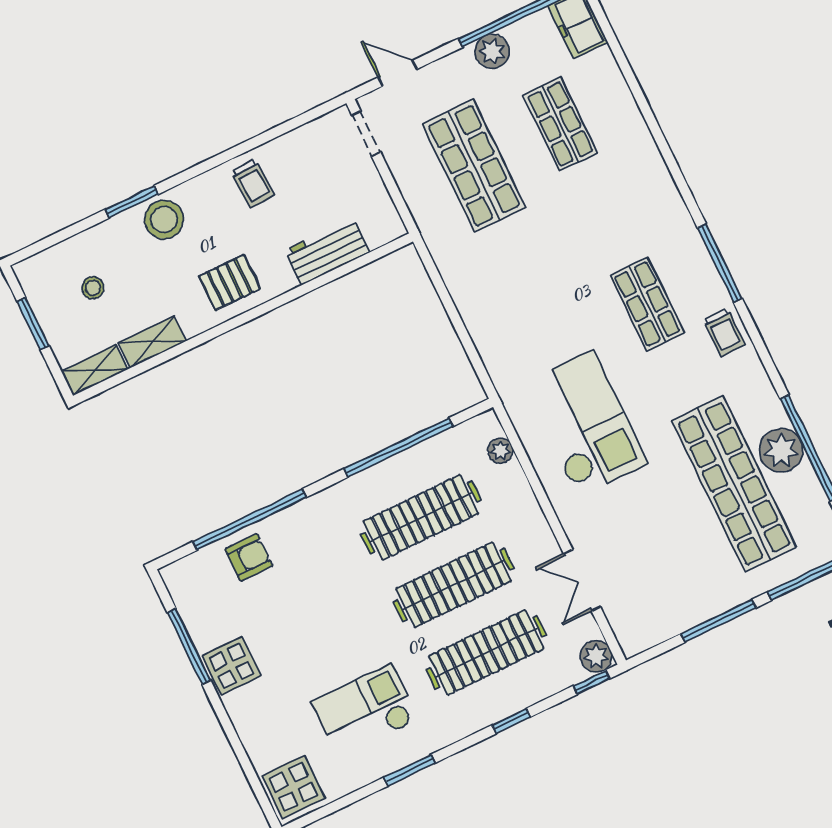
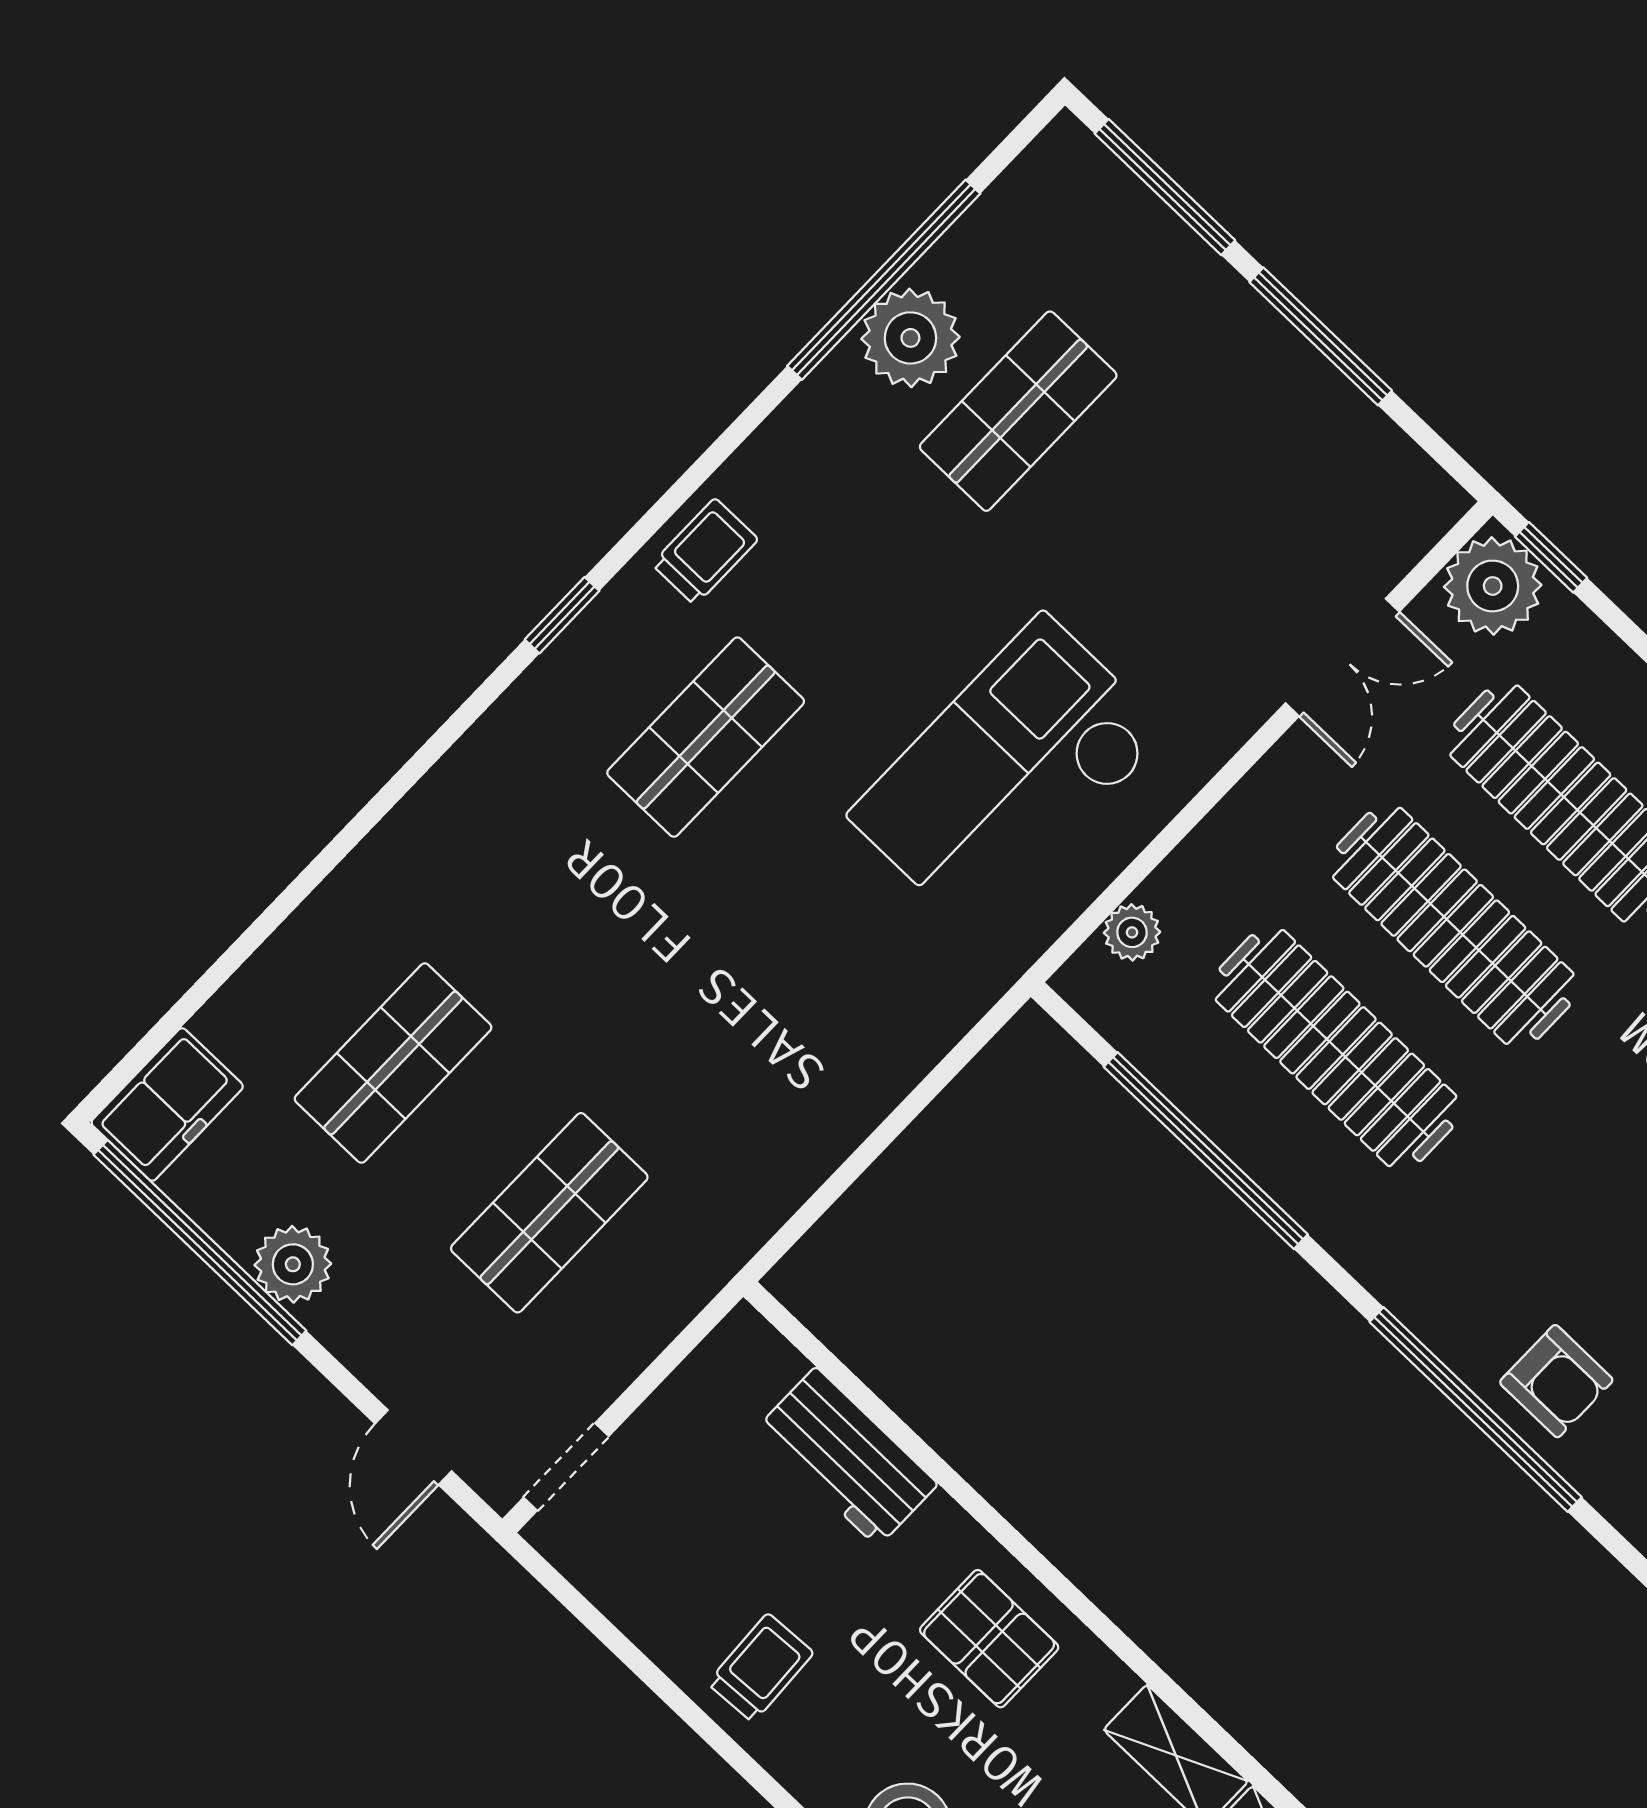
shop shelf: (474, 166) -> (549, 1213), width x0.70, depth x0.74
window: (720, 263) -> (562, 615), width x0.46
shop shelf: (734, 484) -> (1018, 411), width x0.50, depth x0.74
armchair: (249, 557) -> (1556, 1381), turned 180
plant: (596, 656) -> (1493, 586), width x1.36, depth x1.36

